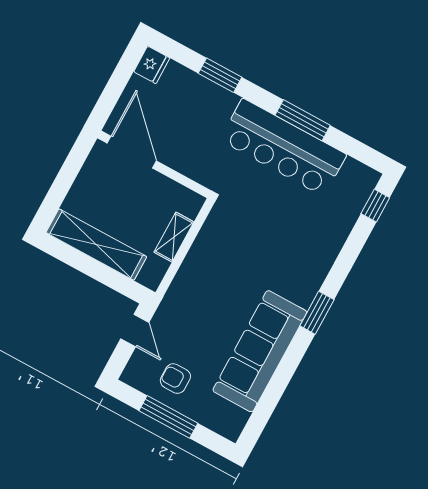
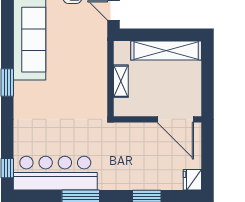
bar counter: (283, 147) -> (55, 173), moved

